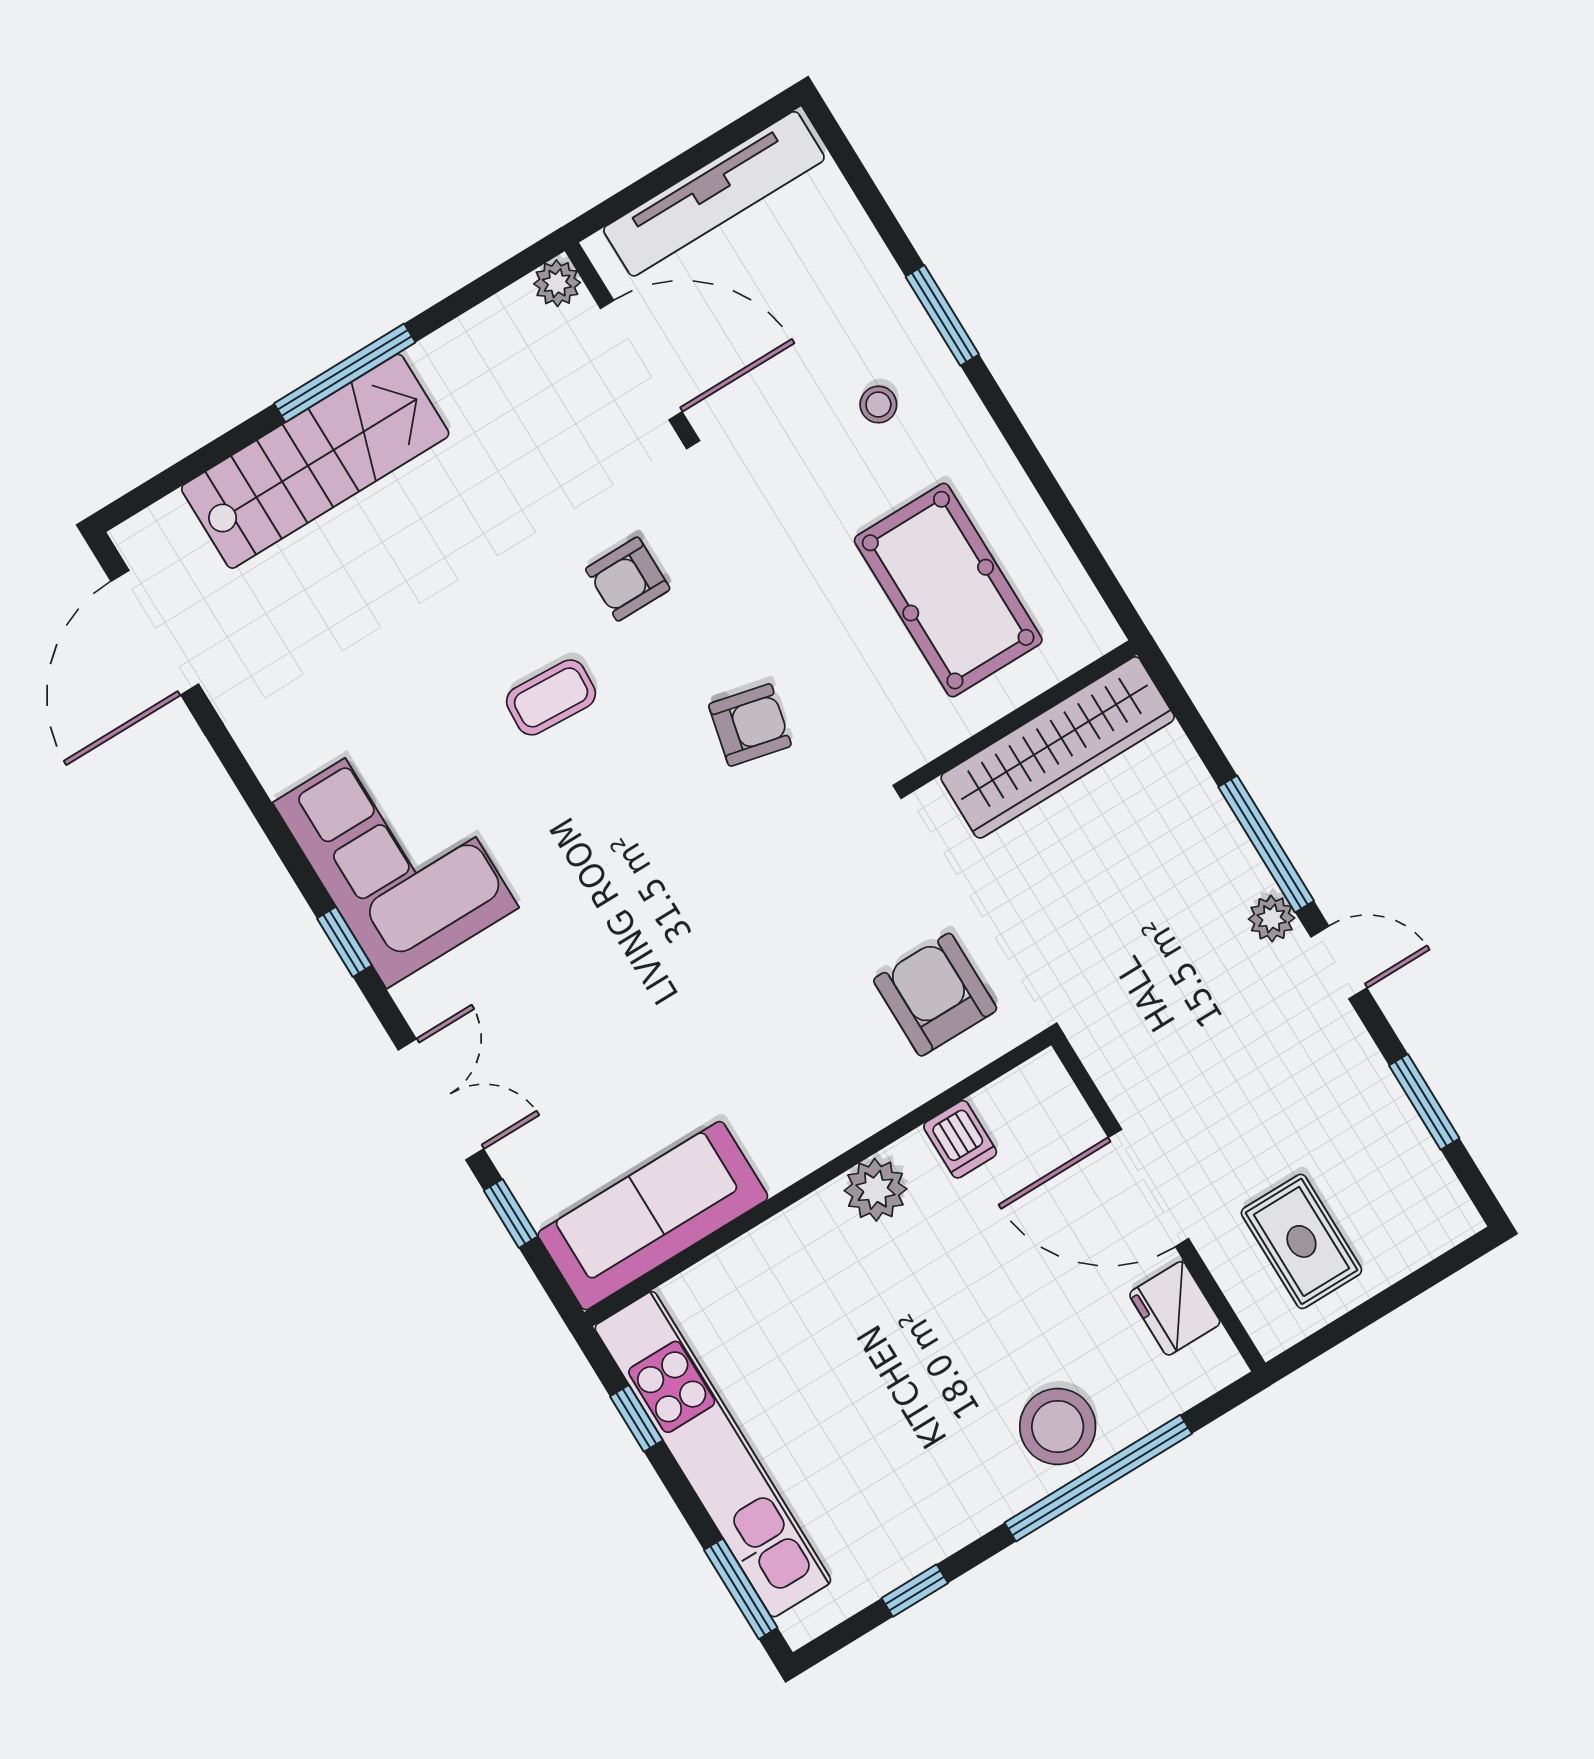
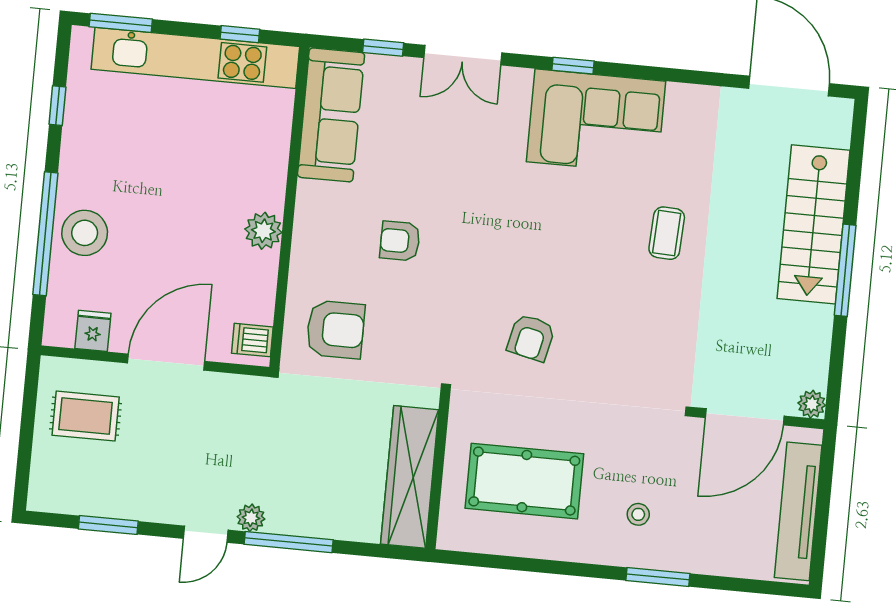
armchair: (628, 579) -> (400, 241), moved, turned -90
coffee table: (551, 697) -> (667, 233), moved
dishwasher: (960, 1139) -> (252, 340), moved
fridge: (1175, 1308) -> (93, 331), width x0.72

